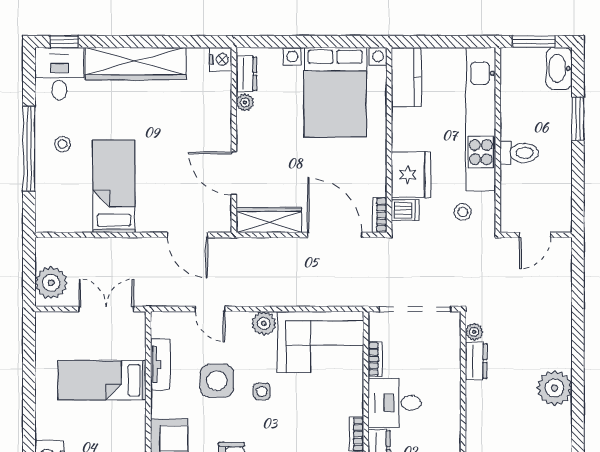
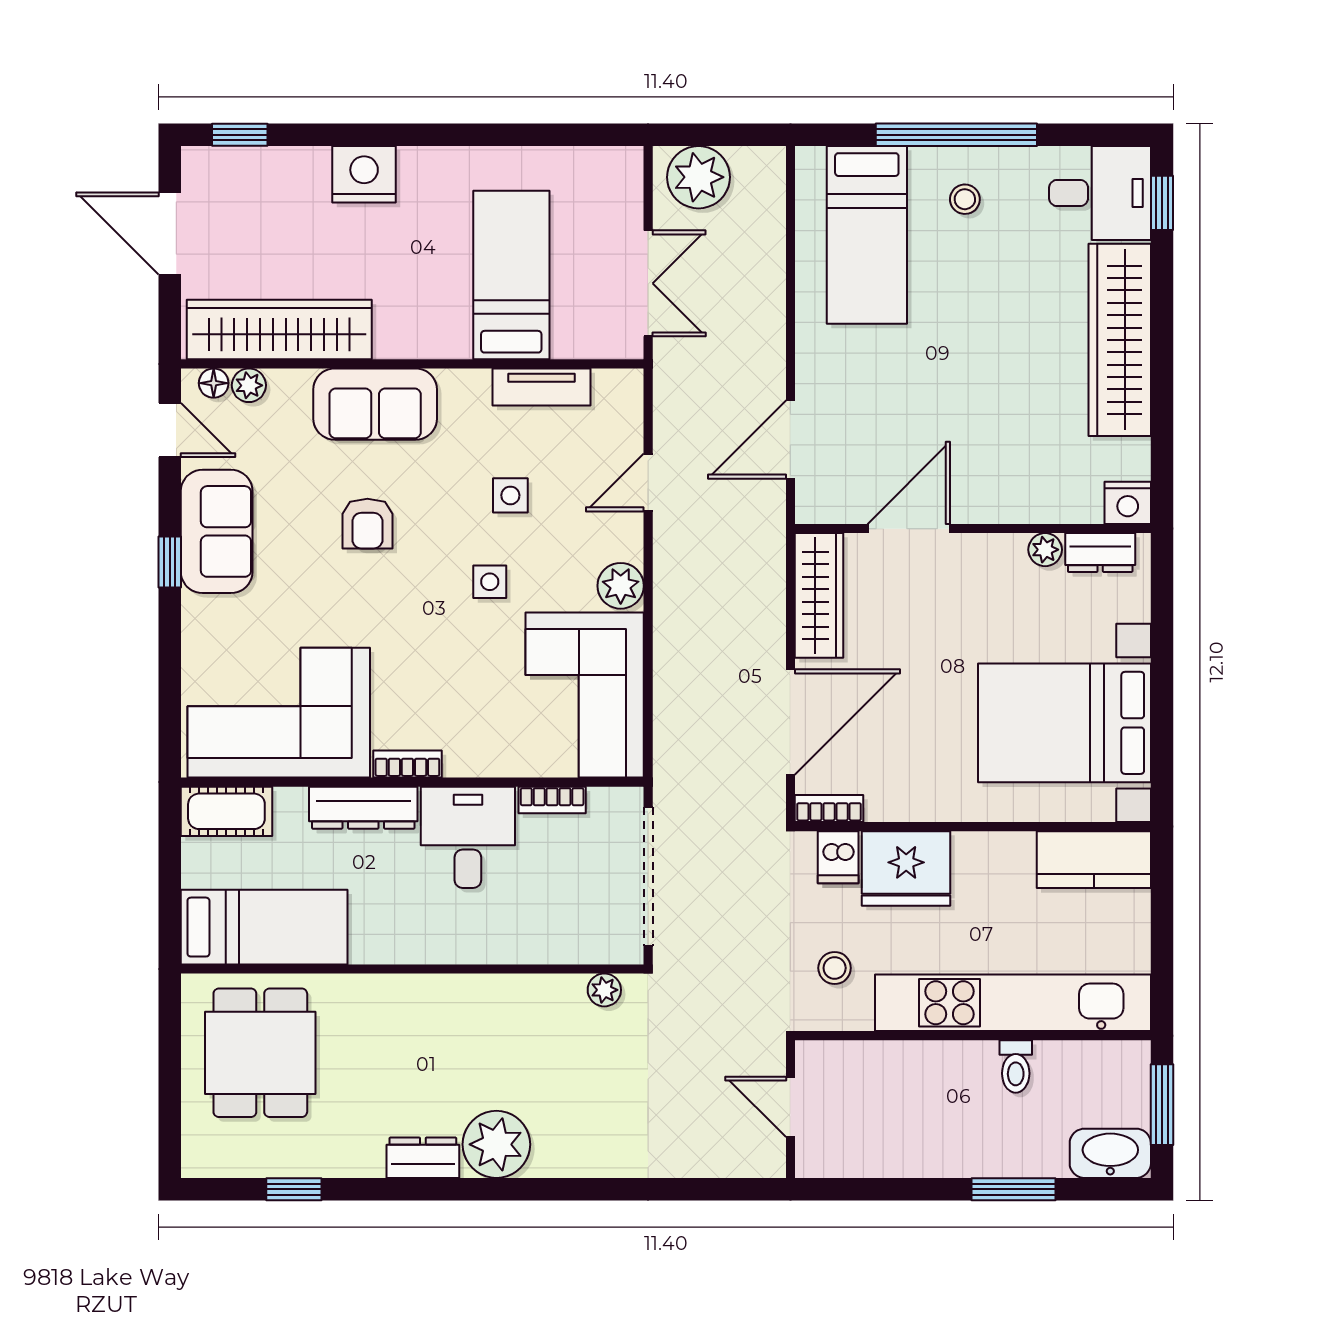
toilet: (519, 153) -> (1016, 1066), moved, width x0.73, depth x0.72
bed: (114, 186) -> (867, 235), moved, turned 90
dresser: (476, 361) -> (423, 1158), moved, turned 180
side table: (217, 381) -> (510, 495), width x0.54, depth x0.54

